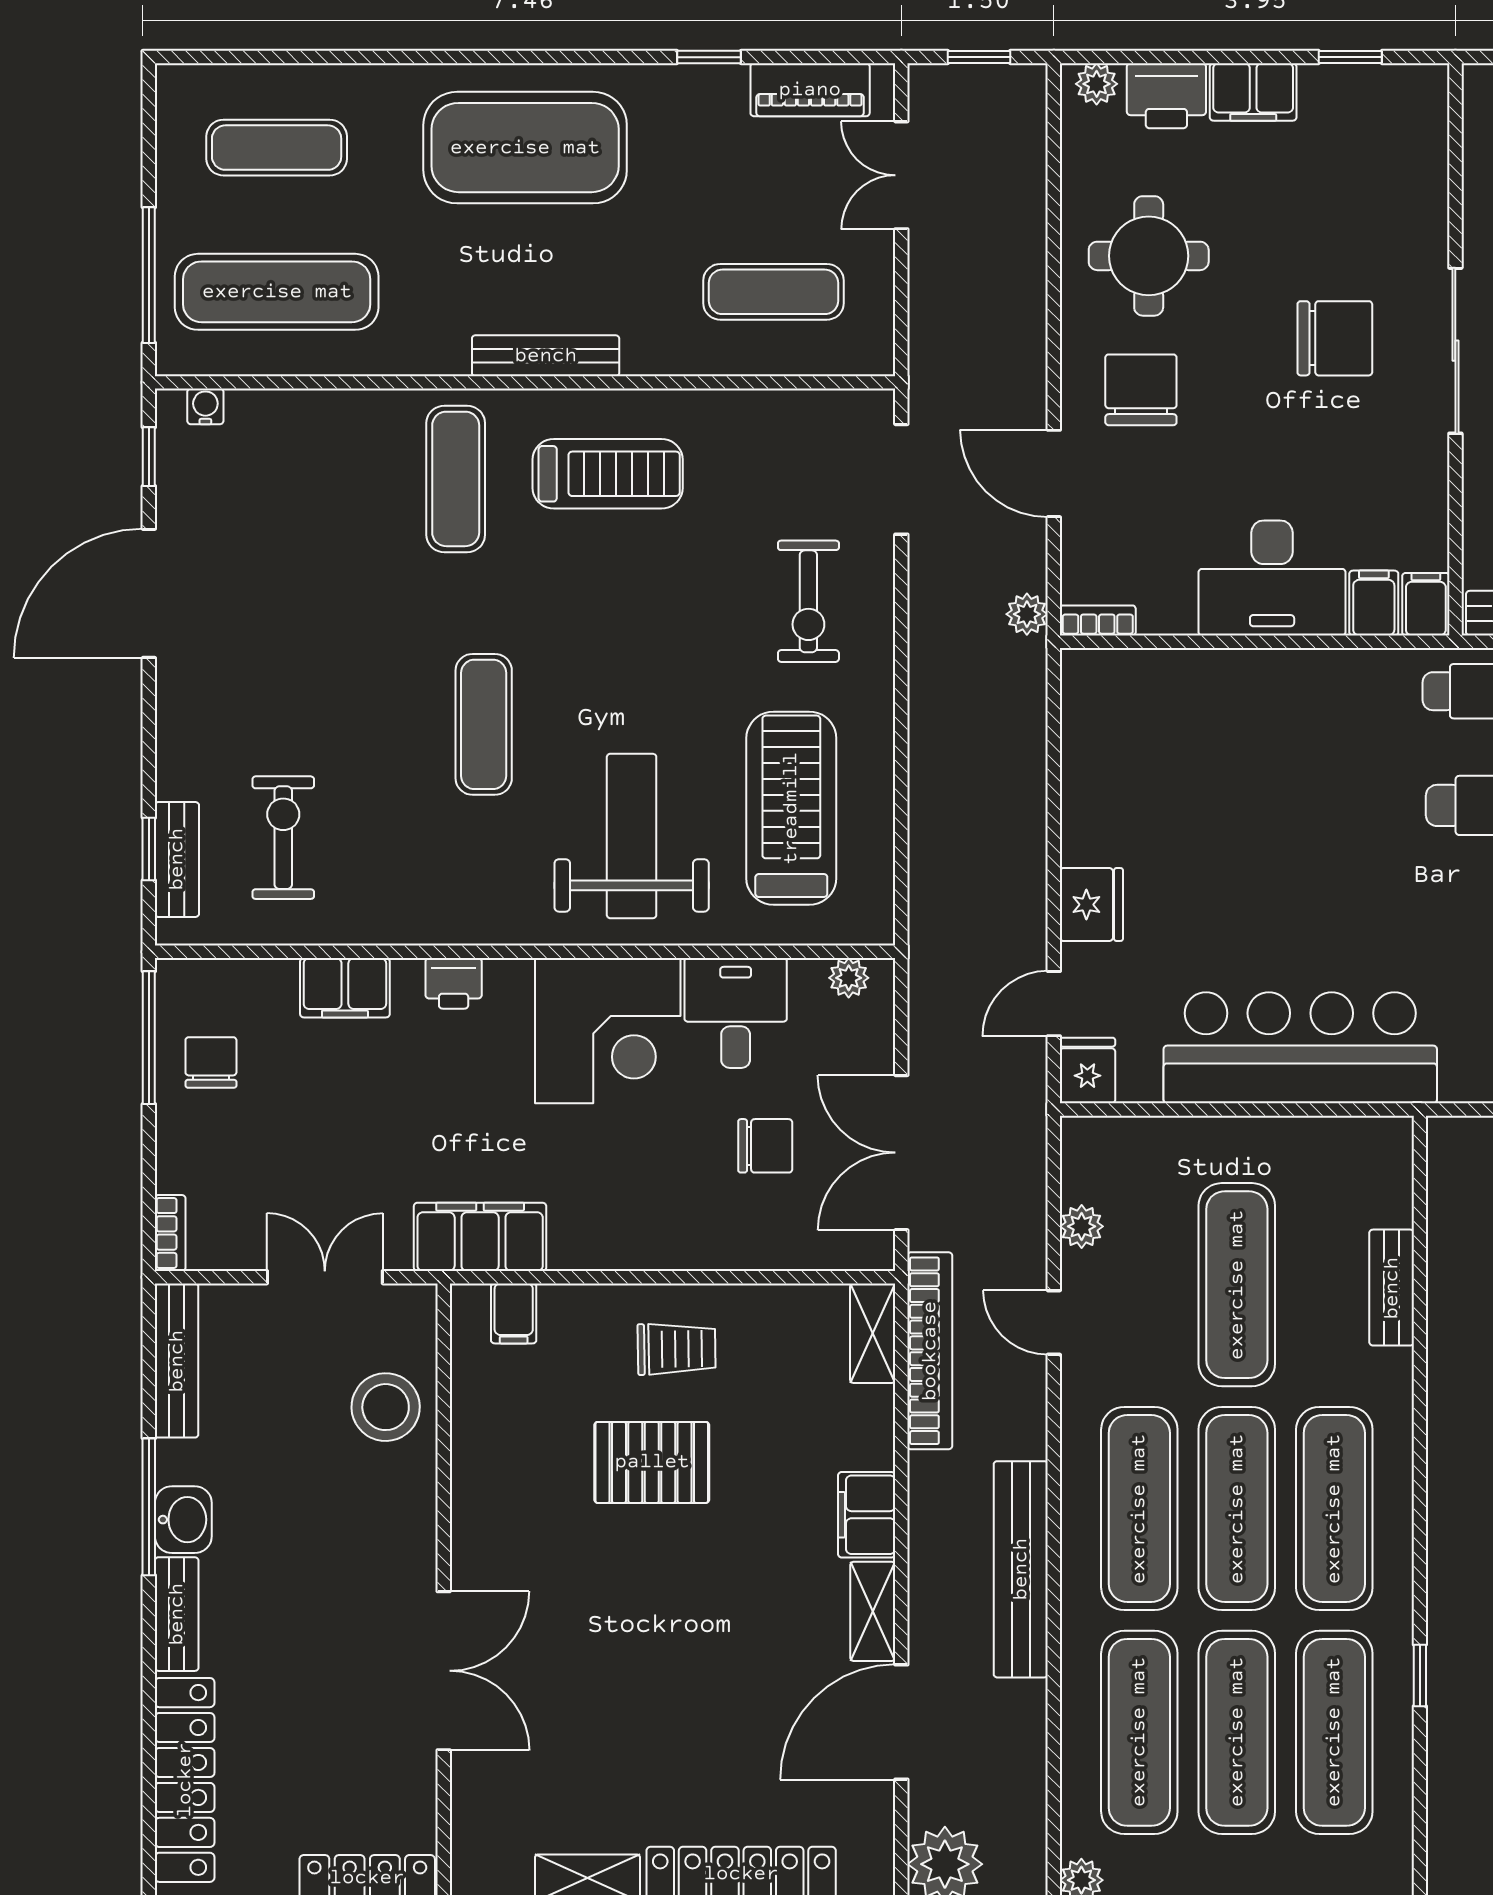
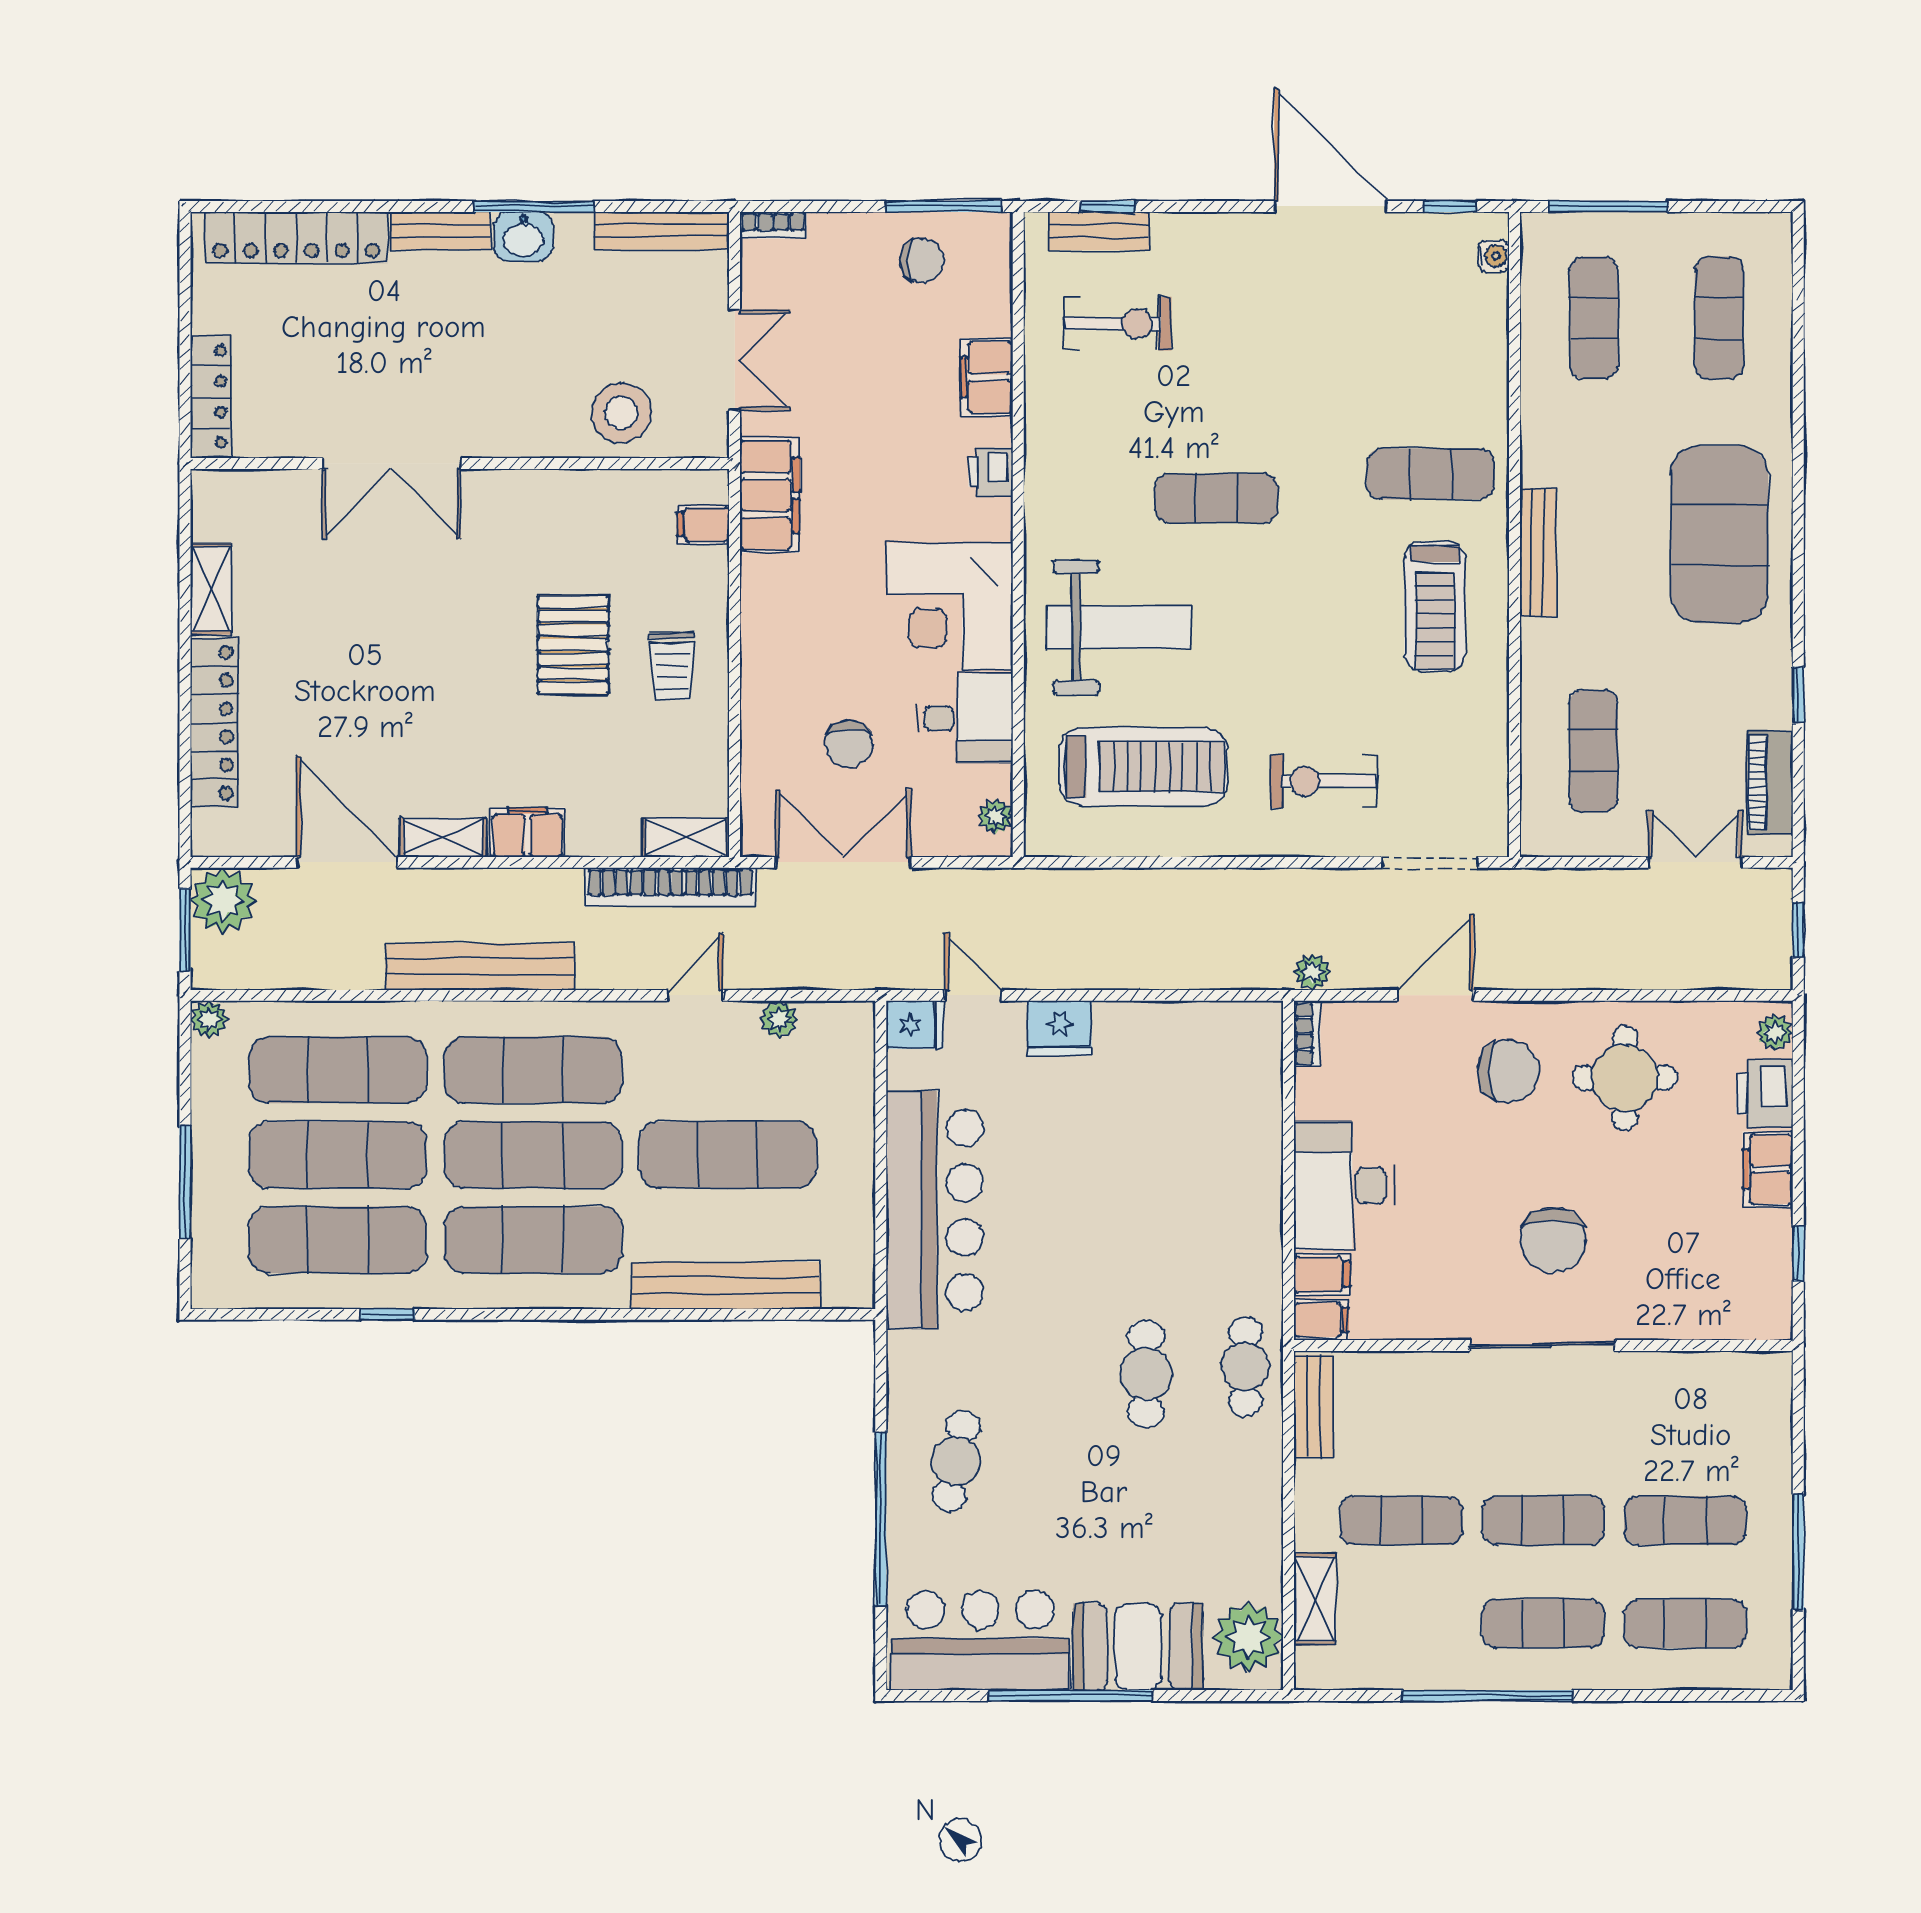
exercise mat: (277, 292) -> (1593, 318), width x0.73, depth x0.69
bench: (1392, 1288) -> (726, 1286), width x1.86, depth x1.21

